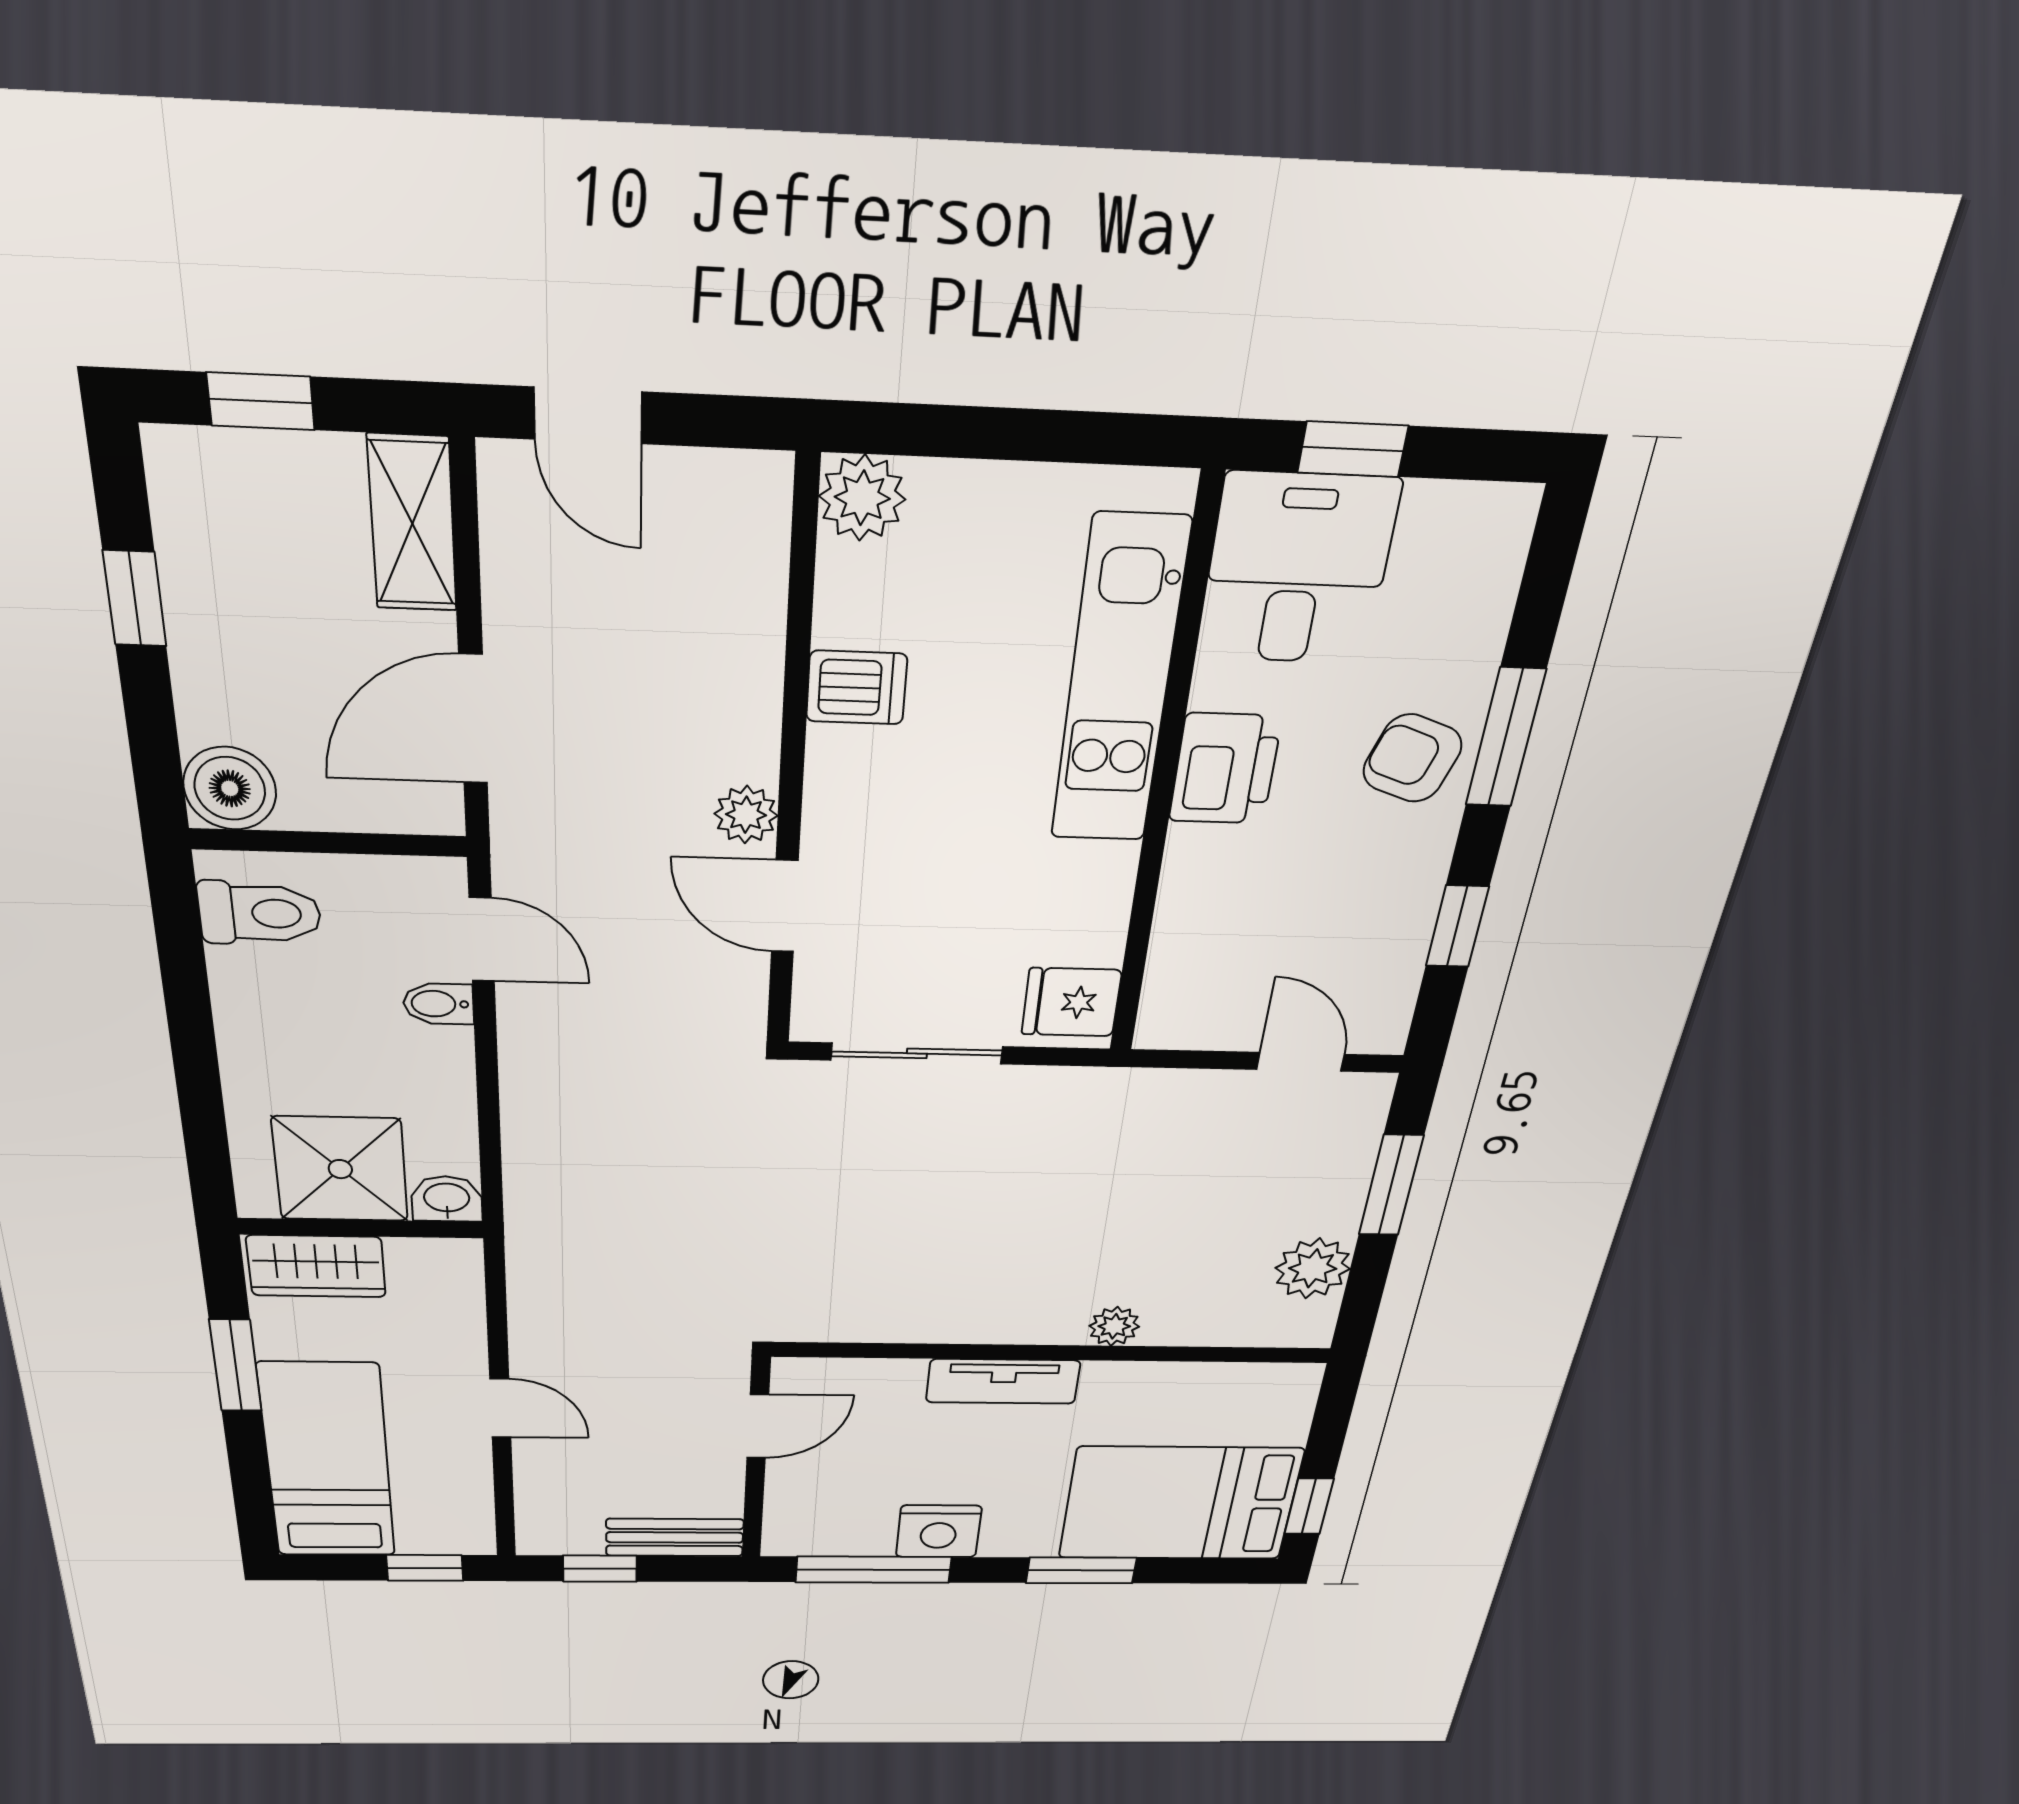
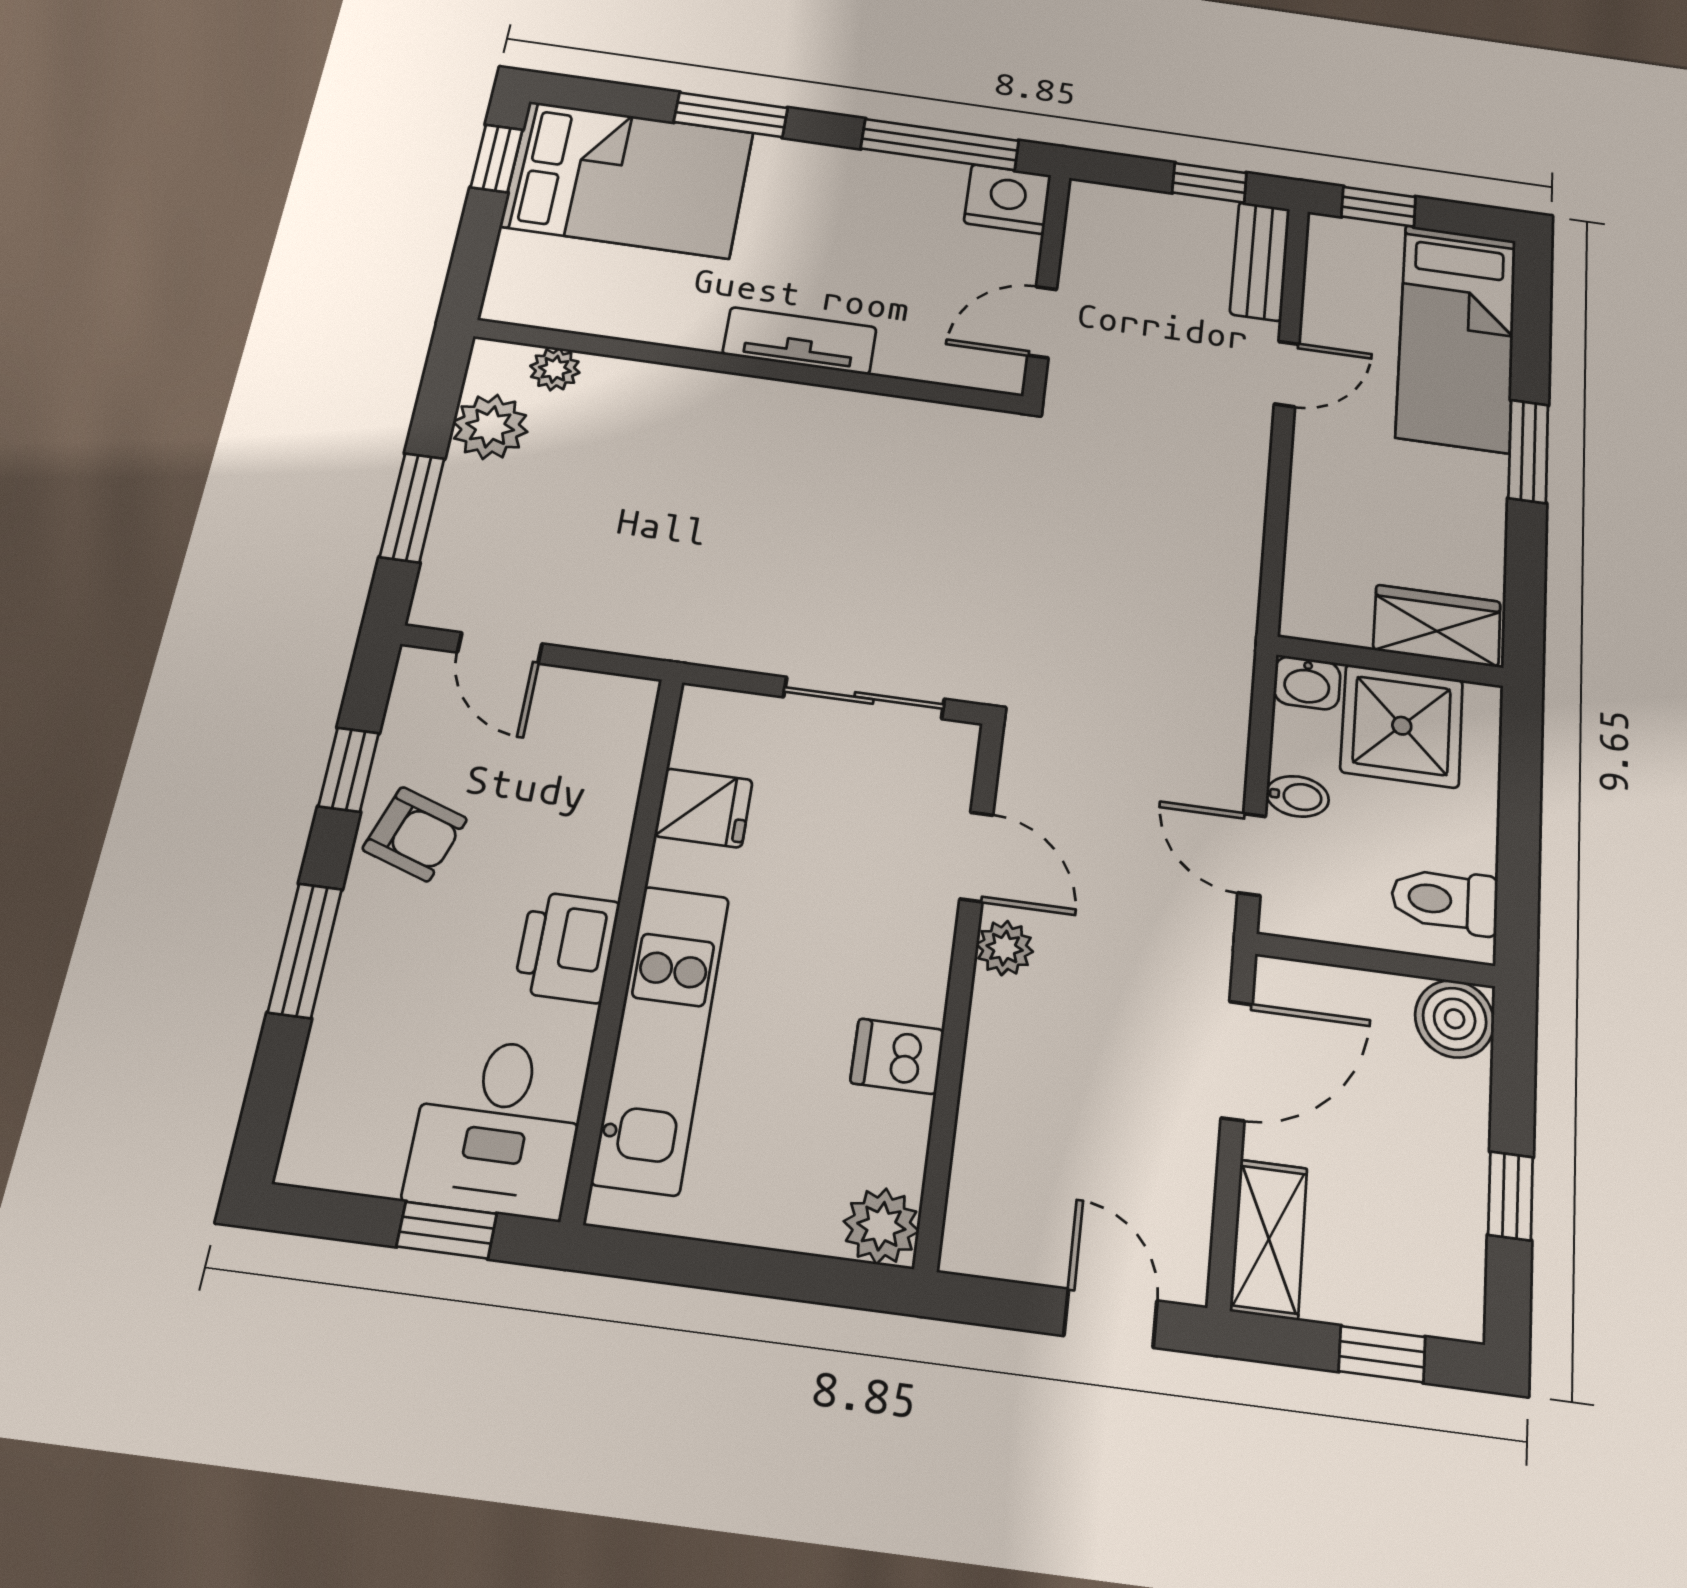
armchair: (1412, 758) -> (415, 834), moved
fridge: (1071, 1002) -> (704, 808), moved
shower: (340, 1169) -> (1402, 726), moved
washbasin: (447, 1199) -> (1307, 683), moved
wall: (361, 1228) -> (1390, 661), moved
wardrobe: (316, 1266) -> (1437, 626), moved
plant: (1114, 1326) -> (555, 369), moved
door: (500, 1408) -> (1287, 374), swing flipped
nightstand: (939, 1531) -> (1008, 199), moved
bench: (675, 1537) -> (1260, 261), moved, turned 90

